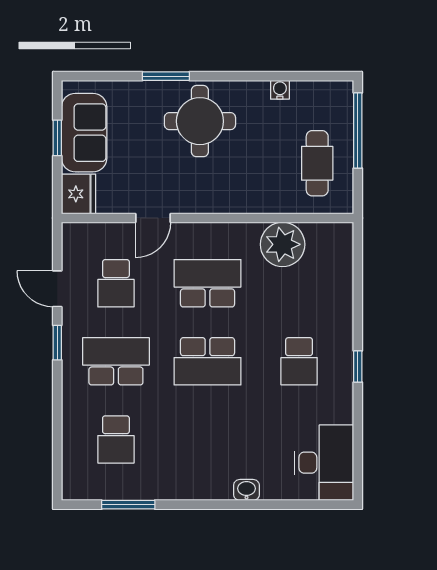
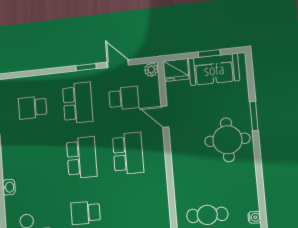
water cooler: (280, 90) -> (254, 217), moved
plant: (283, 244) -> (151, 70), moved, width x0.53, depth x0.53
school desk: (116, 283) -> (124, 98), turned 180
door: (57, 289) -> (118, 64), hinge flipped
school desk: (208, 361) -> (82, 158), turned 180

